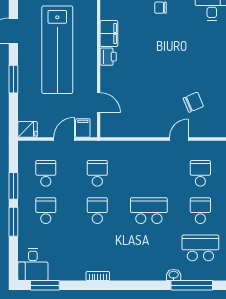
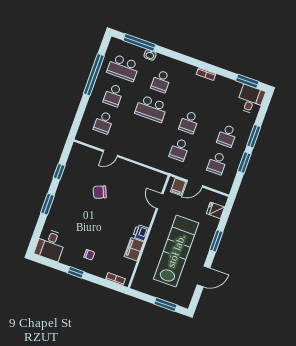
chair: (193, 102) -> (100, 192), moved
fridge: (28, 129) -> (215, 210), moved
school desk: (149, 248) -> (161, 81), added

